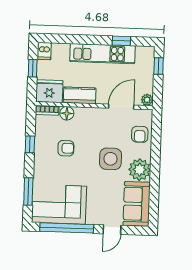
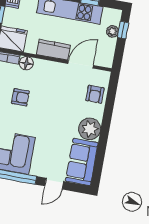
kitchen counter: (80, 95) -> (53, 50), moved
plant: (147, 100) -> (112, 31), moved
side table: (111, 159) -> (63, 114), removed

